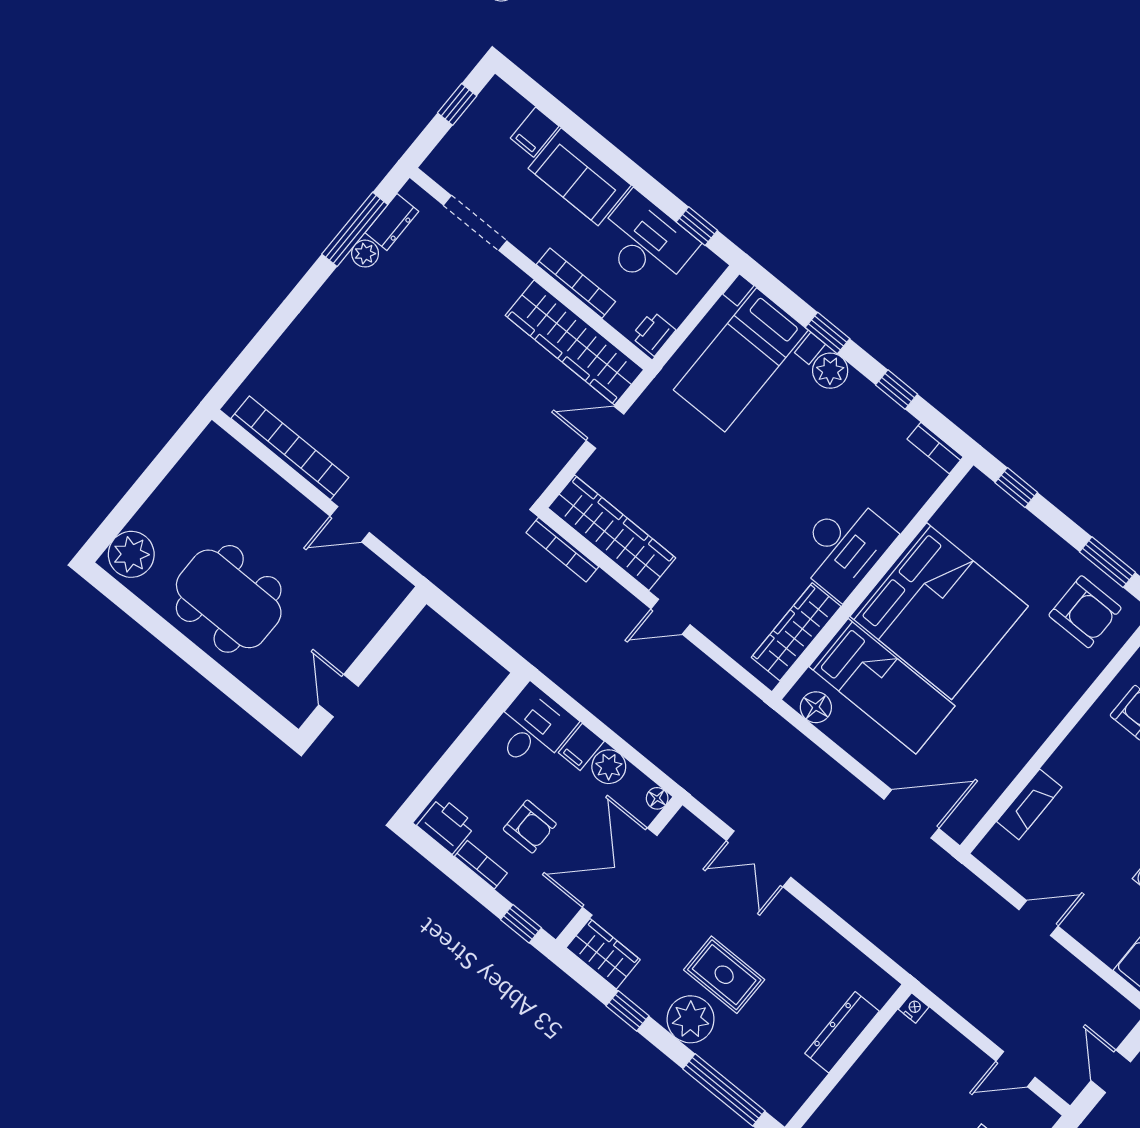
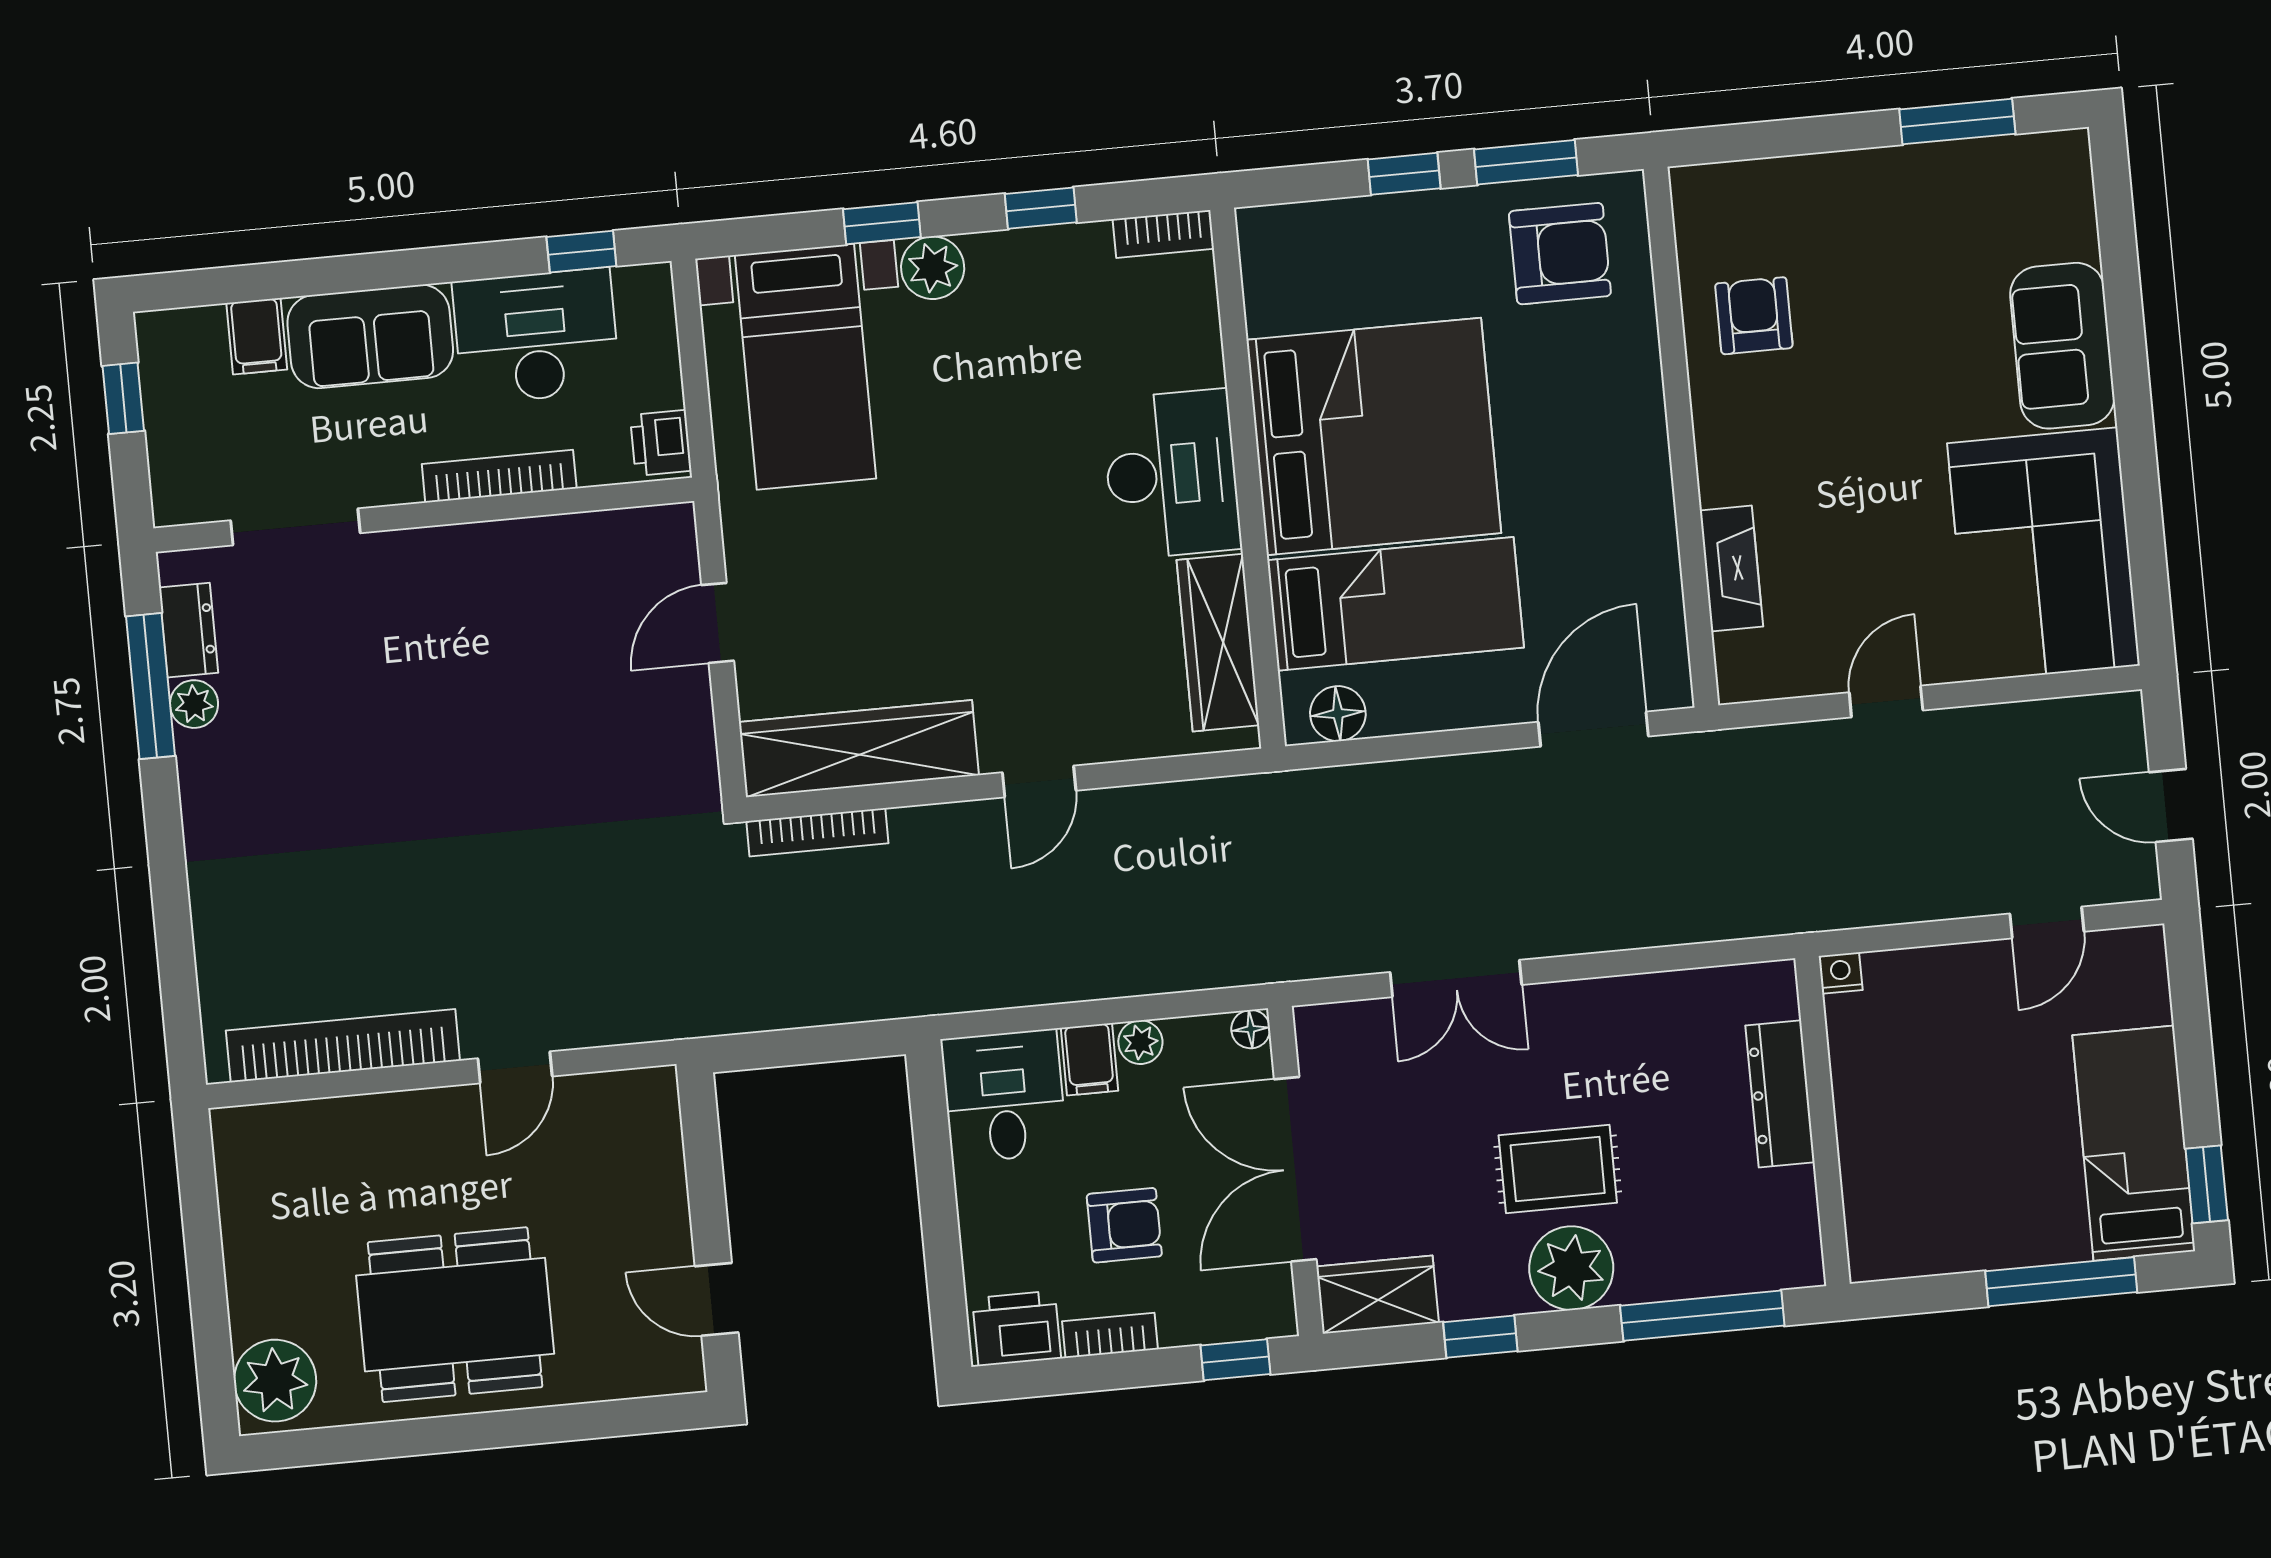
wardrobe: (574, 343) -> (572, 554), removed
window: (1016, 488) -> (1404, 174), moved
plant: (609, 767) -> (1140, 1042), width x0.73, depth x0.73

